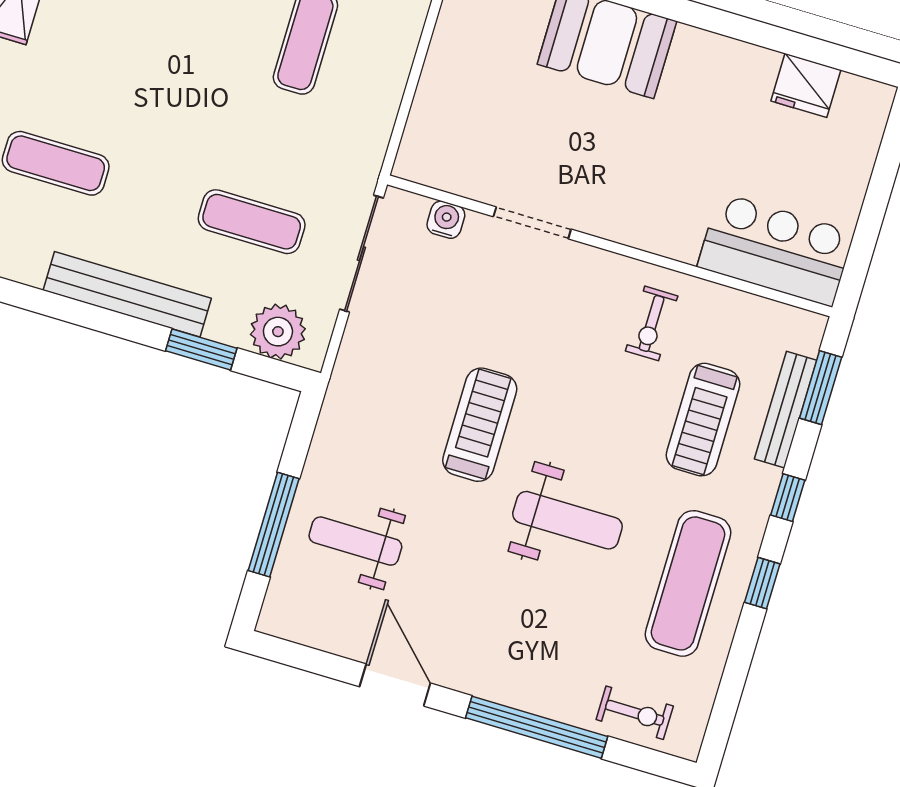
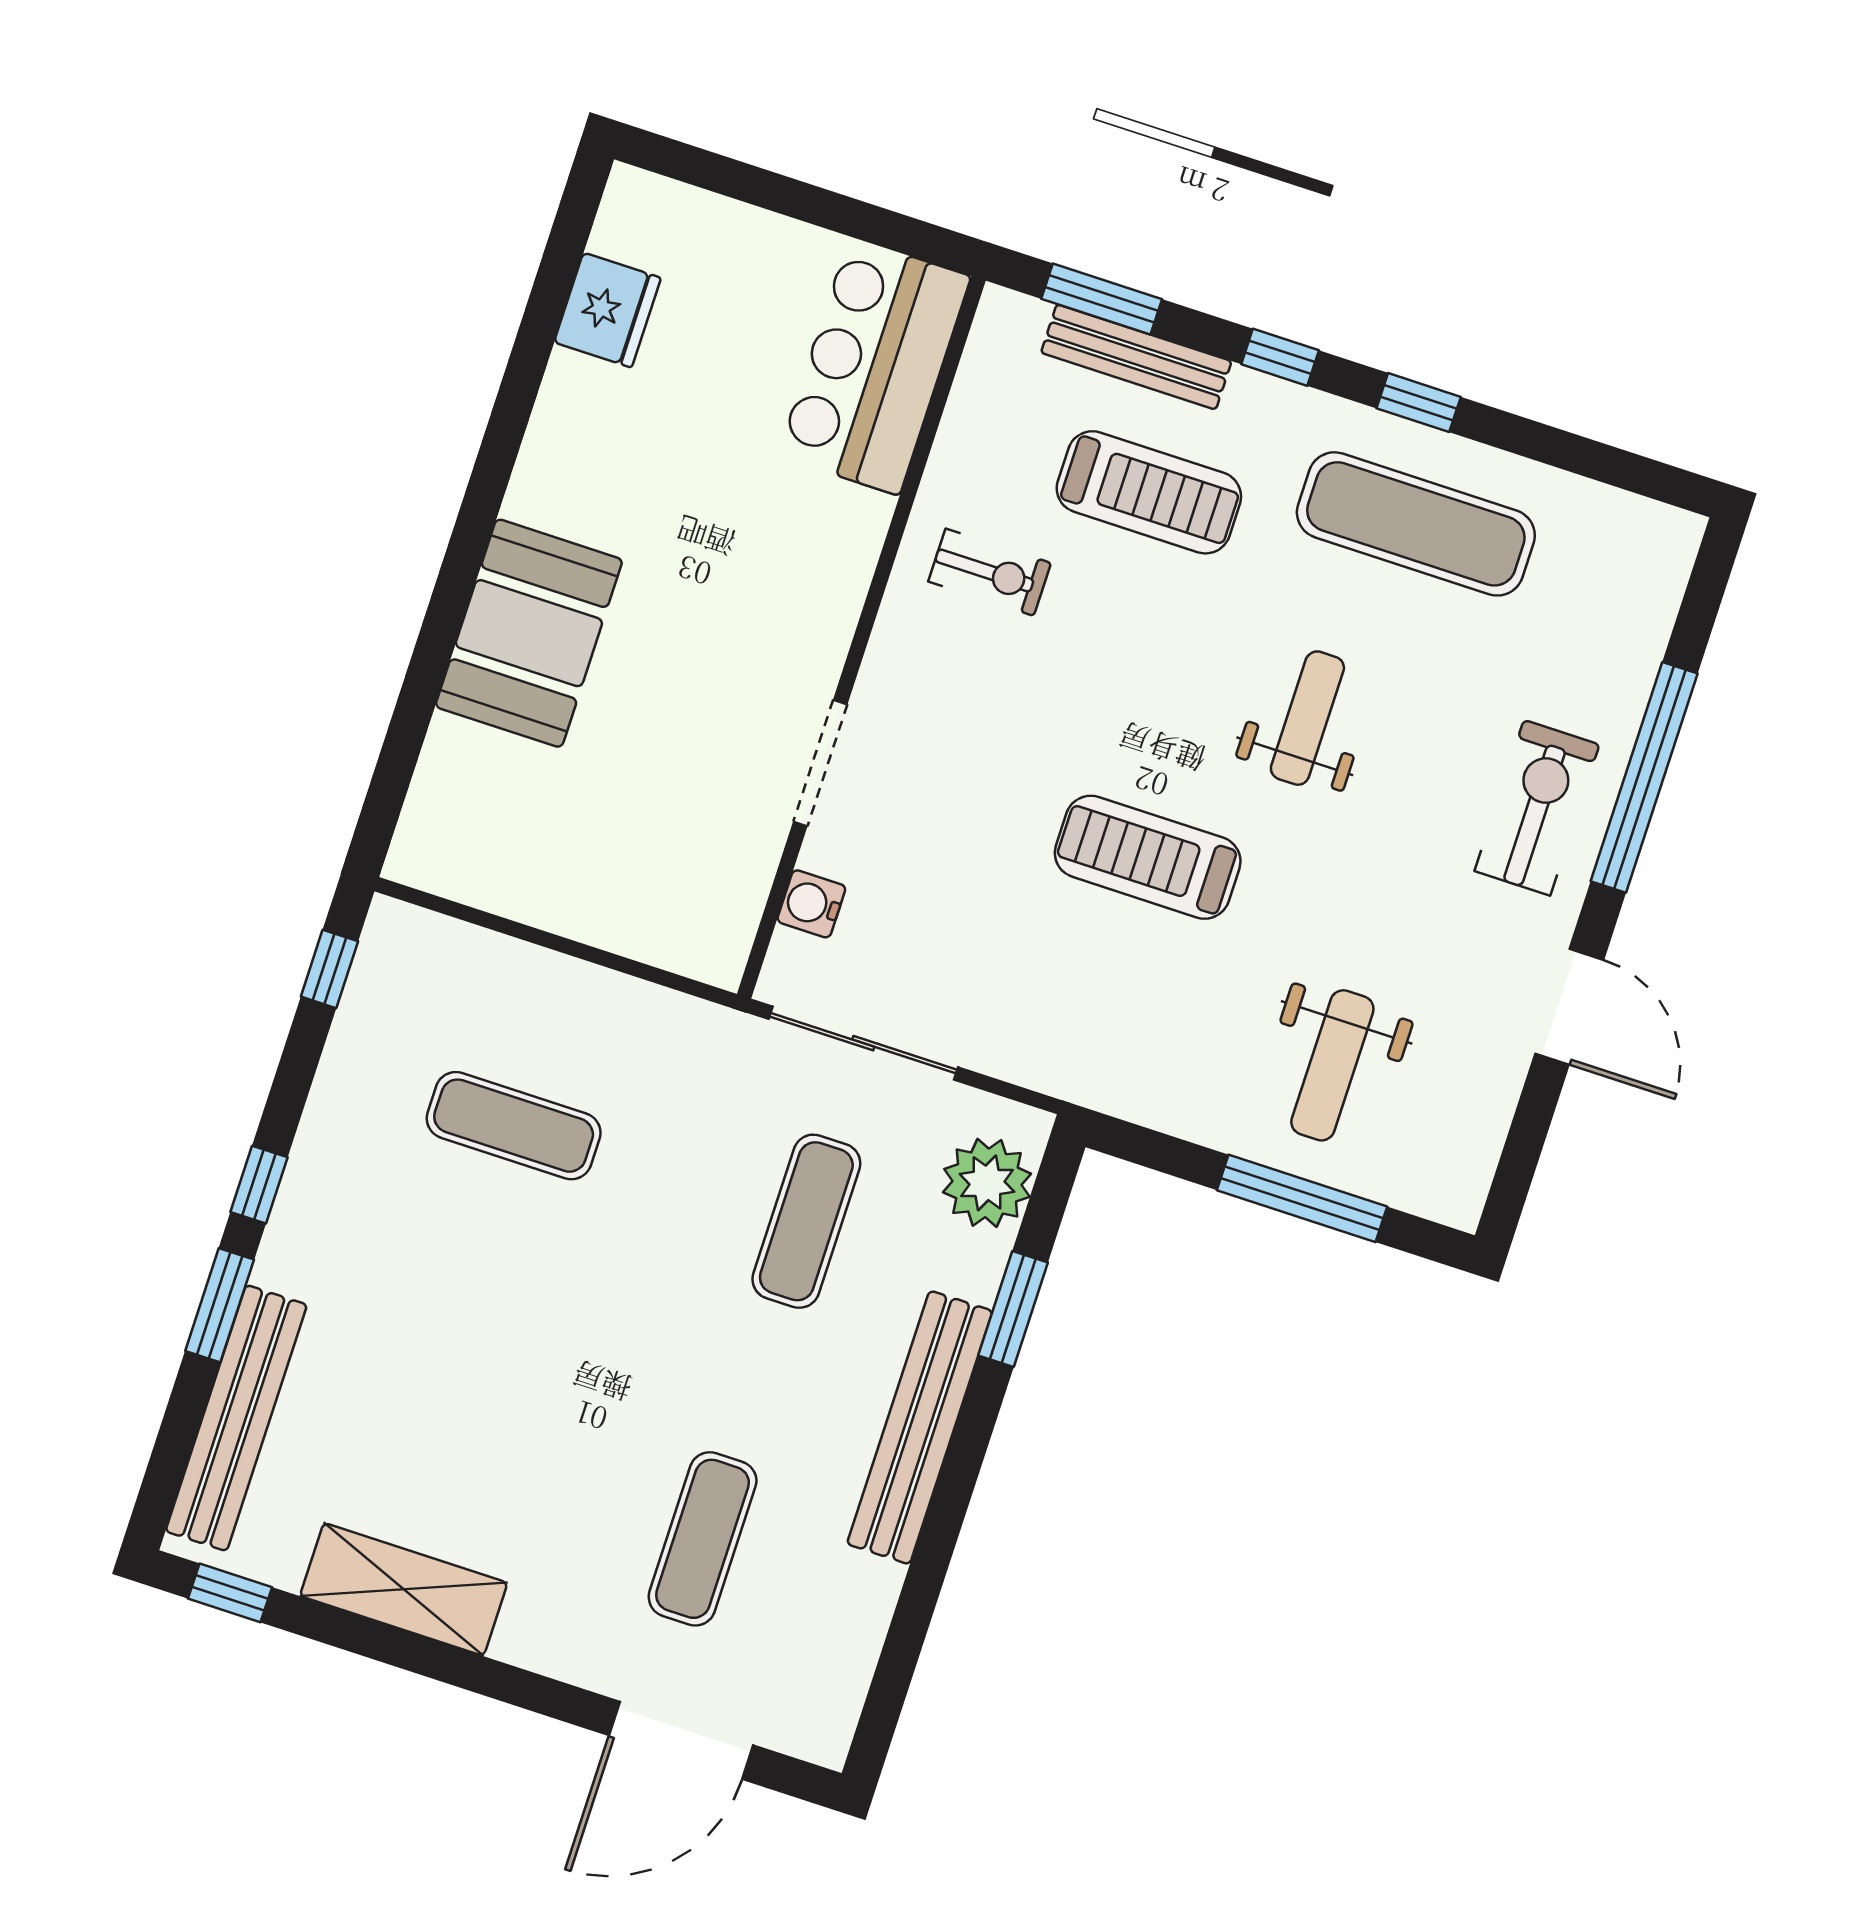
weight bench: (567, 520) -> (1307, 718), width x0.73, depth x0.75
door: (395, 685) -> (1569, 1007), swing flipped
exercise bike: (635, 713) -> (1537, 808), moved, width x1.38, depth x1.39

